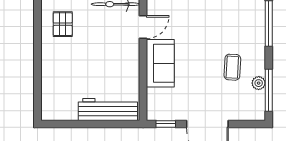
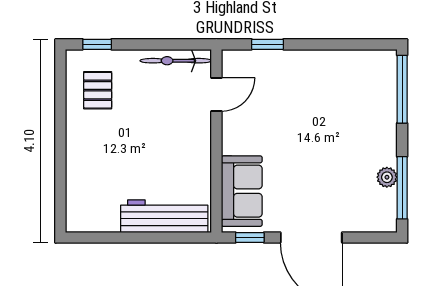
sofa: (160, 63) -> (242, 191), moved
coffee table: (232, 67) -> (348, 154), removed

